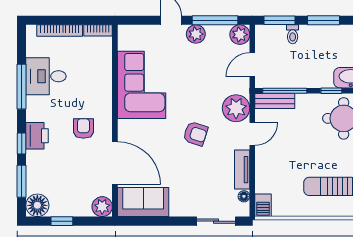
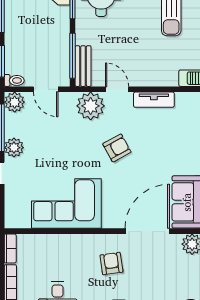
toilet: (293, 34) -> (14, 80), moved
armchair: (83, 128) -> (111, 264), turned 82
armchair: (195, 134) -> (117, 148), turned 43
floor lamp: (244, 196) -> (181, 98), removed

